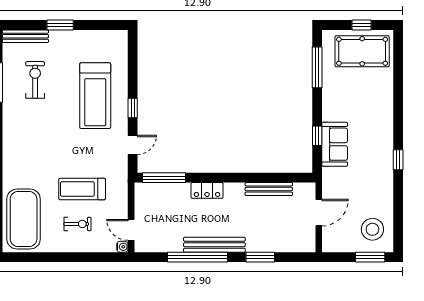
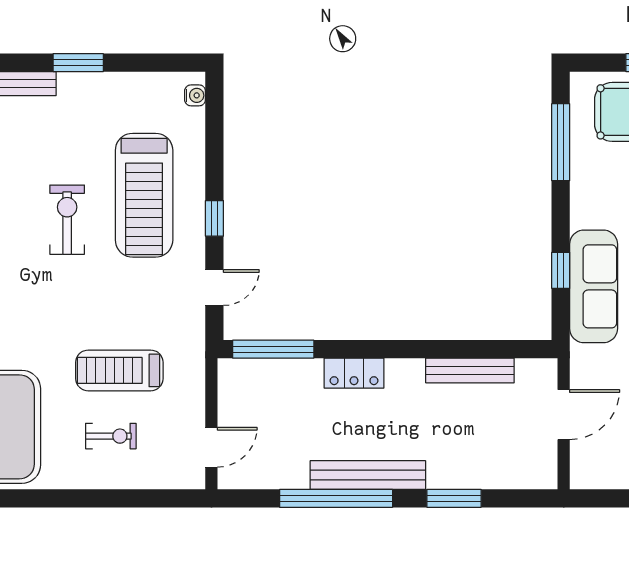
exercise bike: (35, 80) -> (67, 220), moved
sofa: (335, 144) -> (594, 286), width x1.36
door: (131, 230) -> (211, 447), swing flipped
water cooler: (122, 247) -> (195, 95), moved

